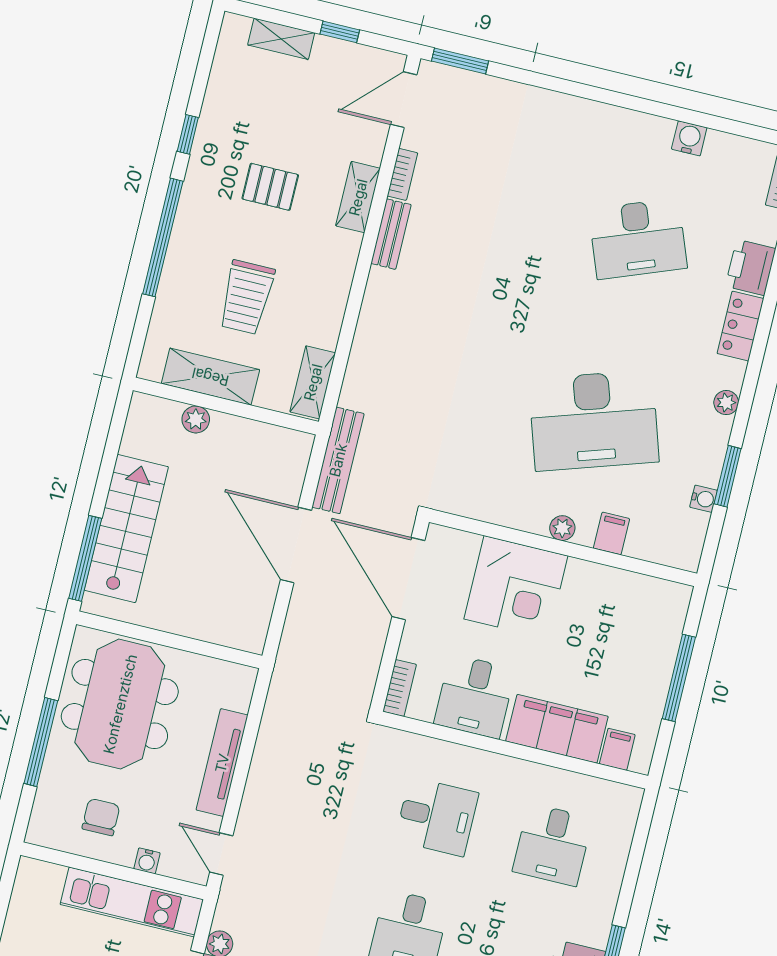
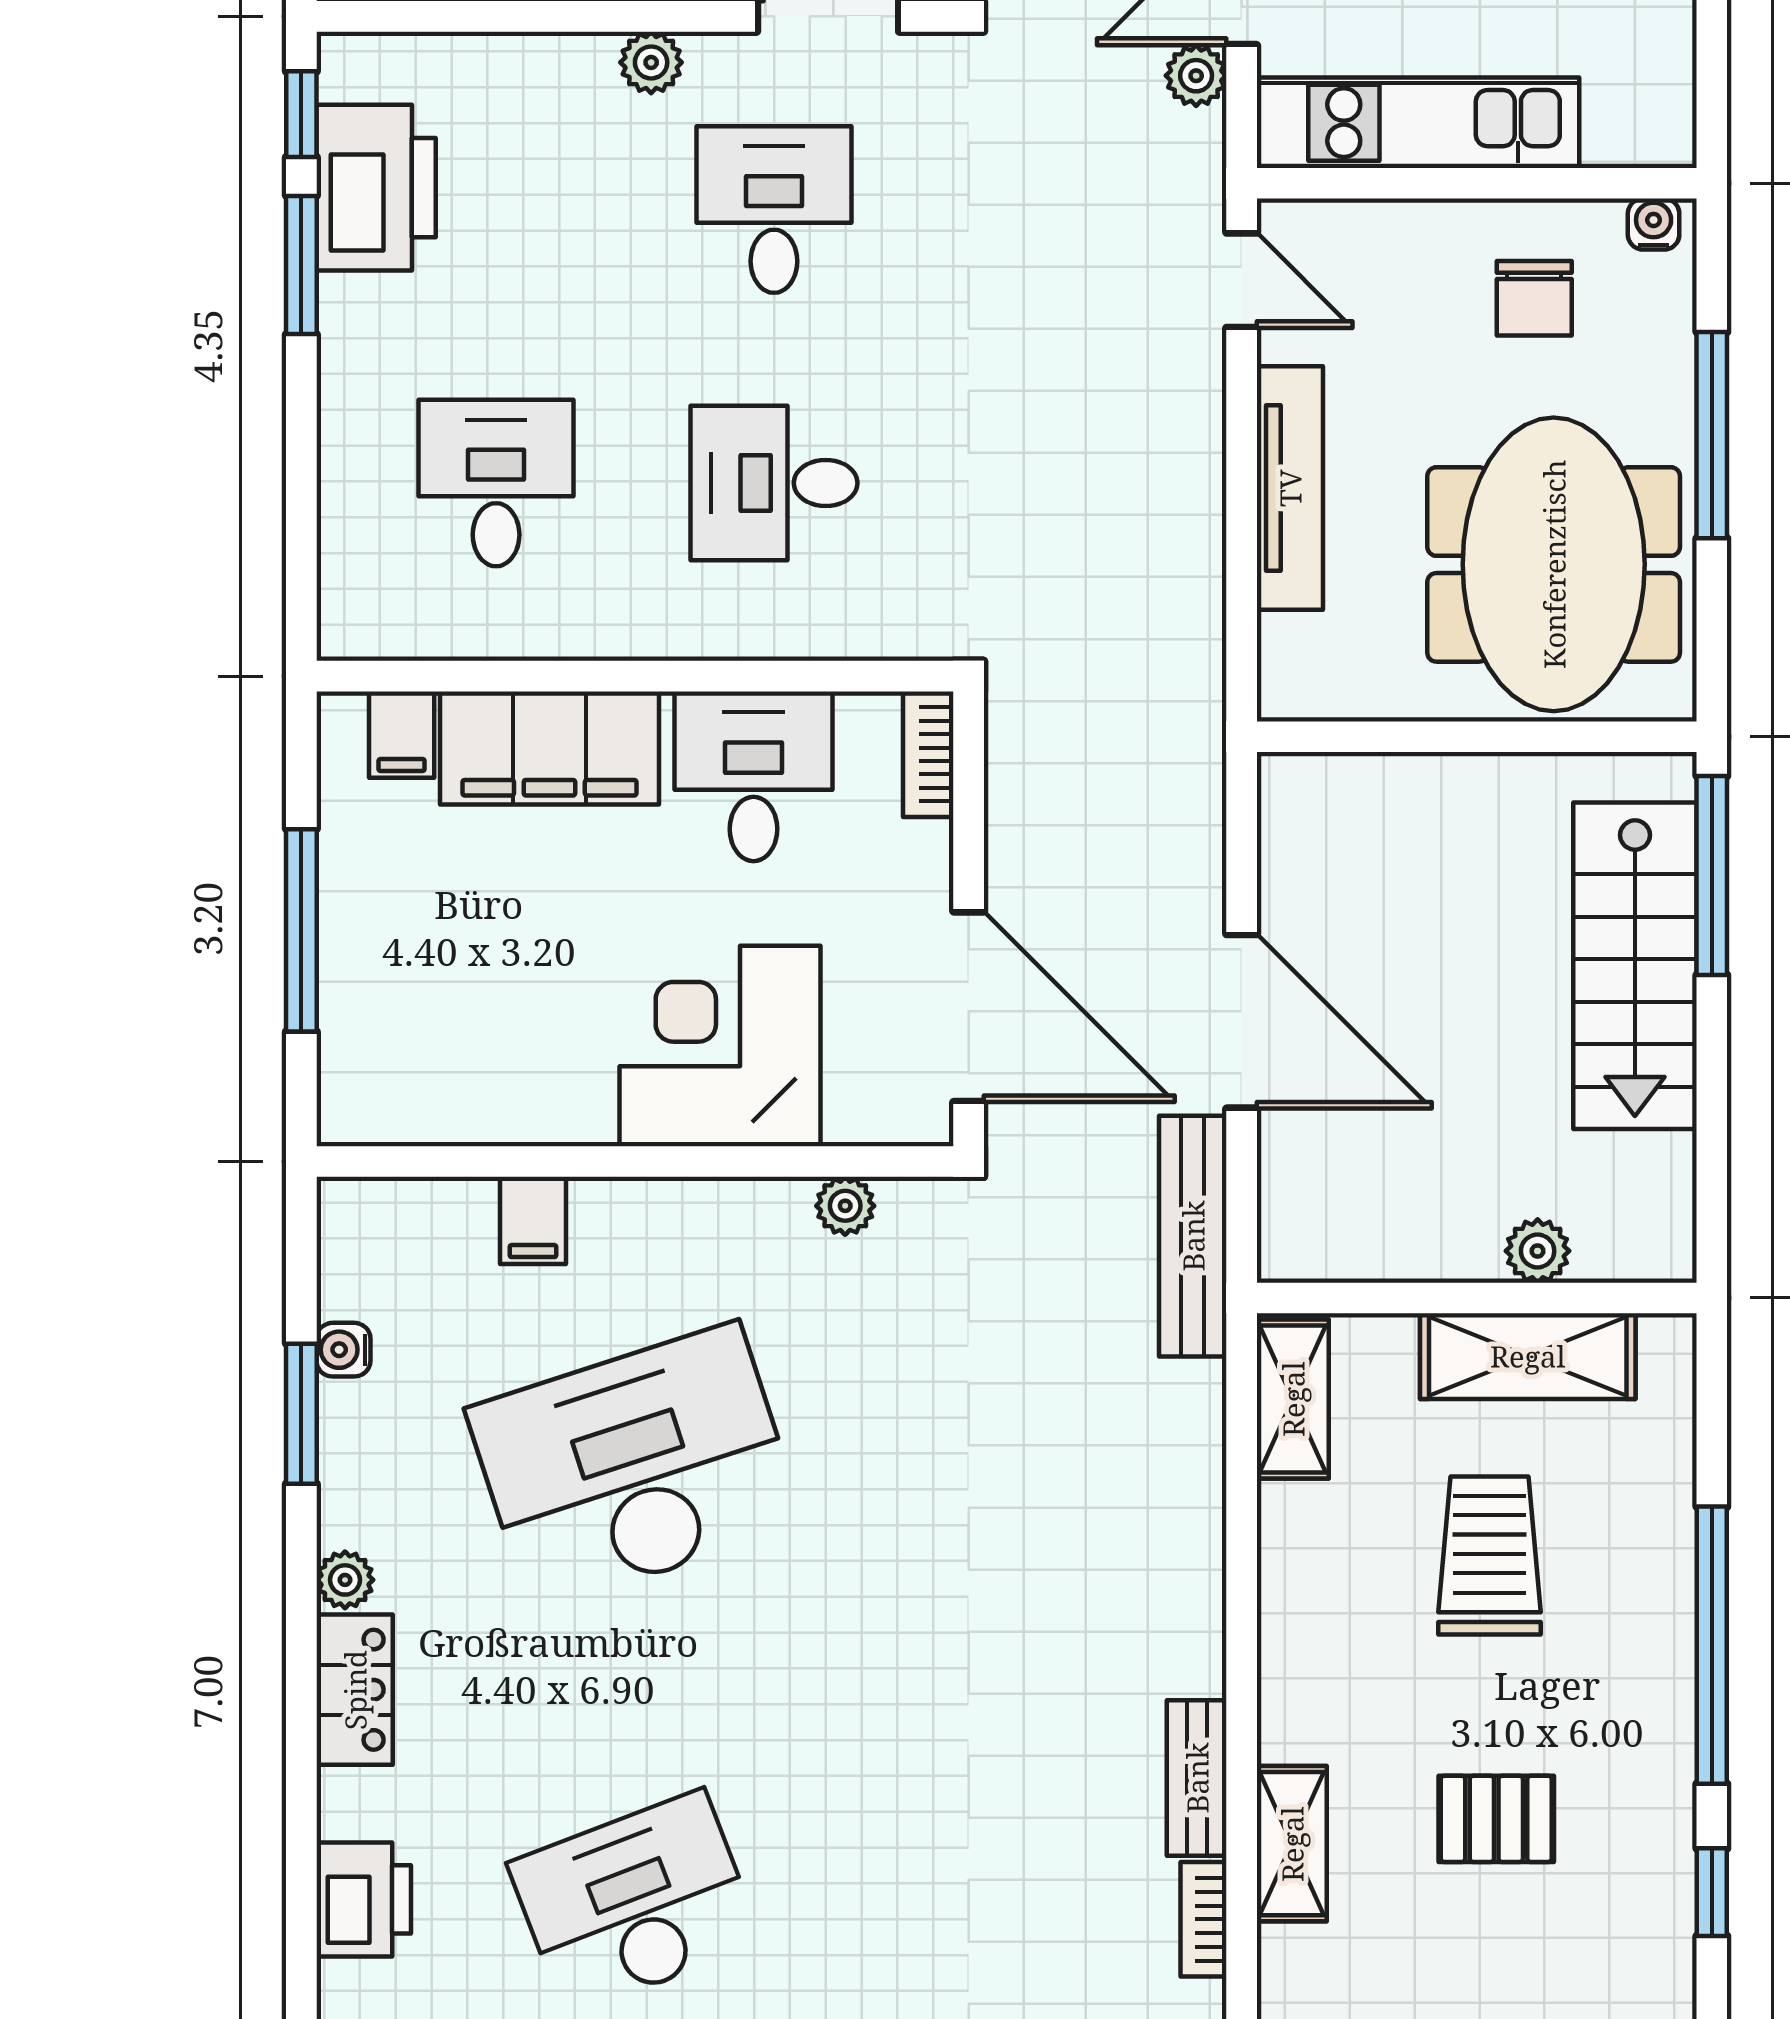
locker: (740, 326) -> (355, 1690), moved
plant: (562, 528) -> (845, 1206), moved
water cooler: (147, 861) -> (1654, 224), moved

